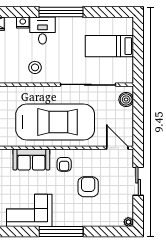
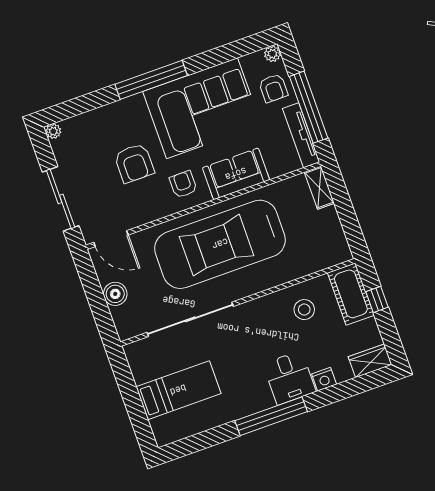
stool: (35, 67) -> (304, 310), moved
boiler: (126, 99) -> (115, 294), moved
sliding door: (138, 181) -> (61, 199), width x1.37
corner sofa: (29, 210) -> (202, 108), width x1.36, depth x1.36

